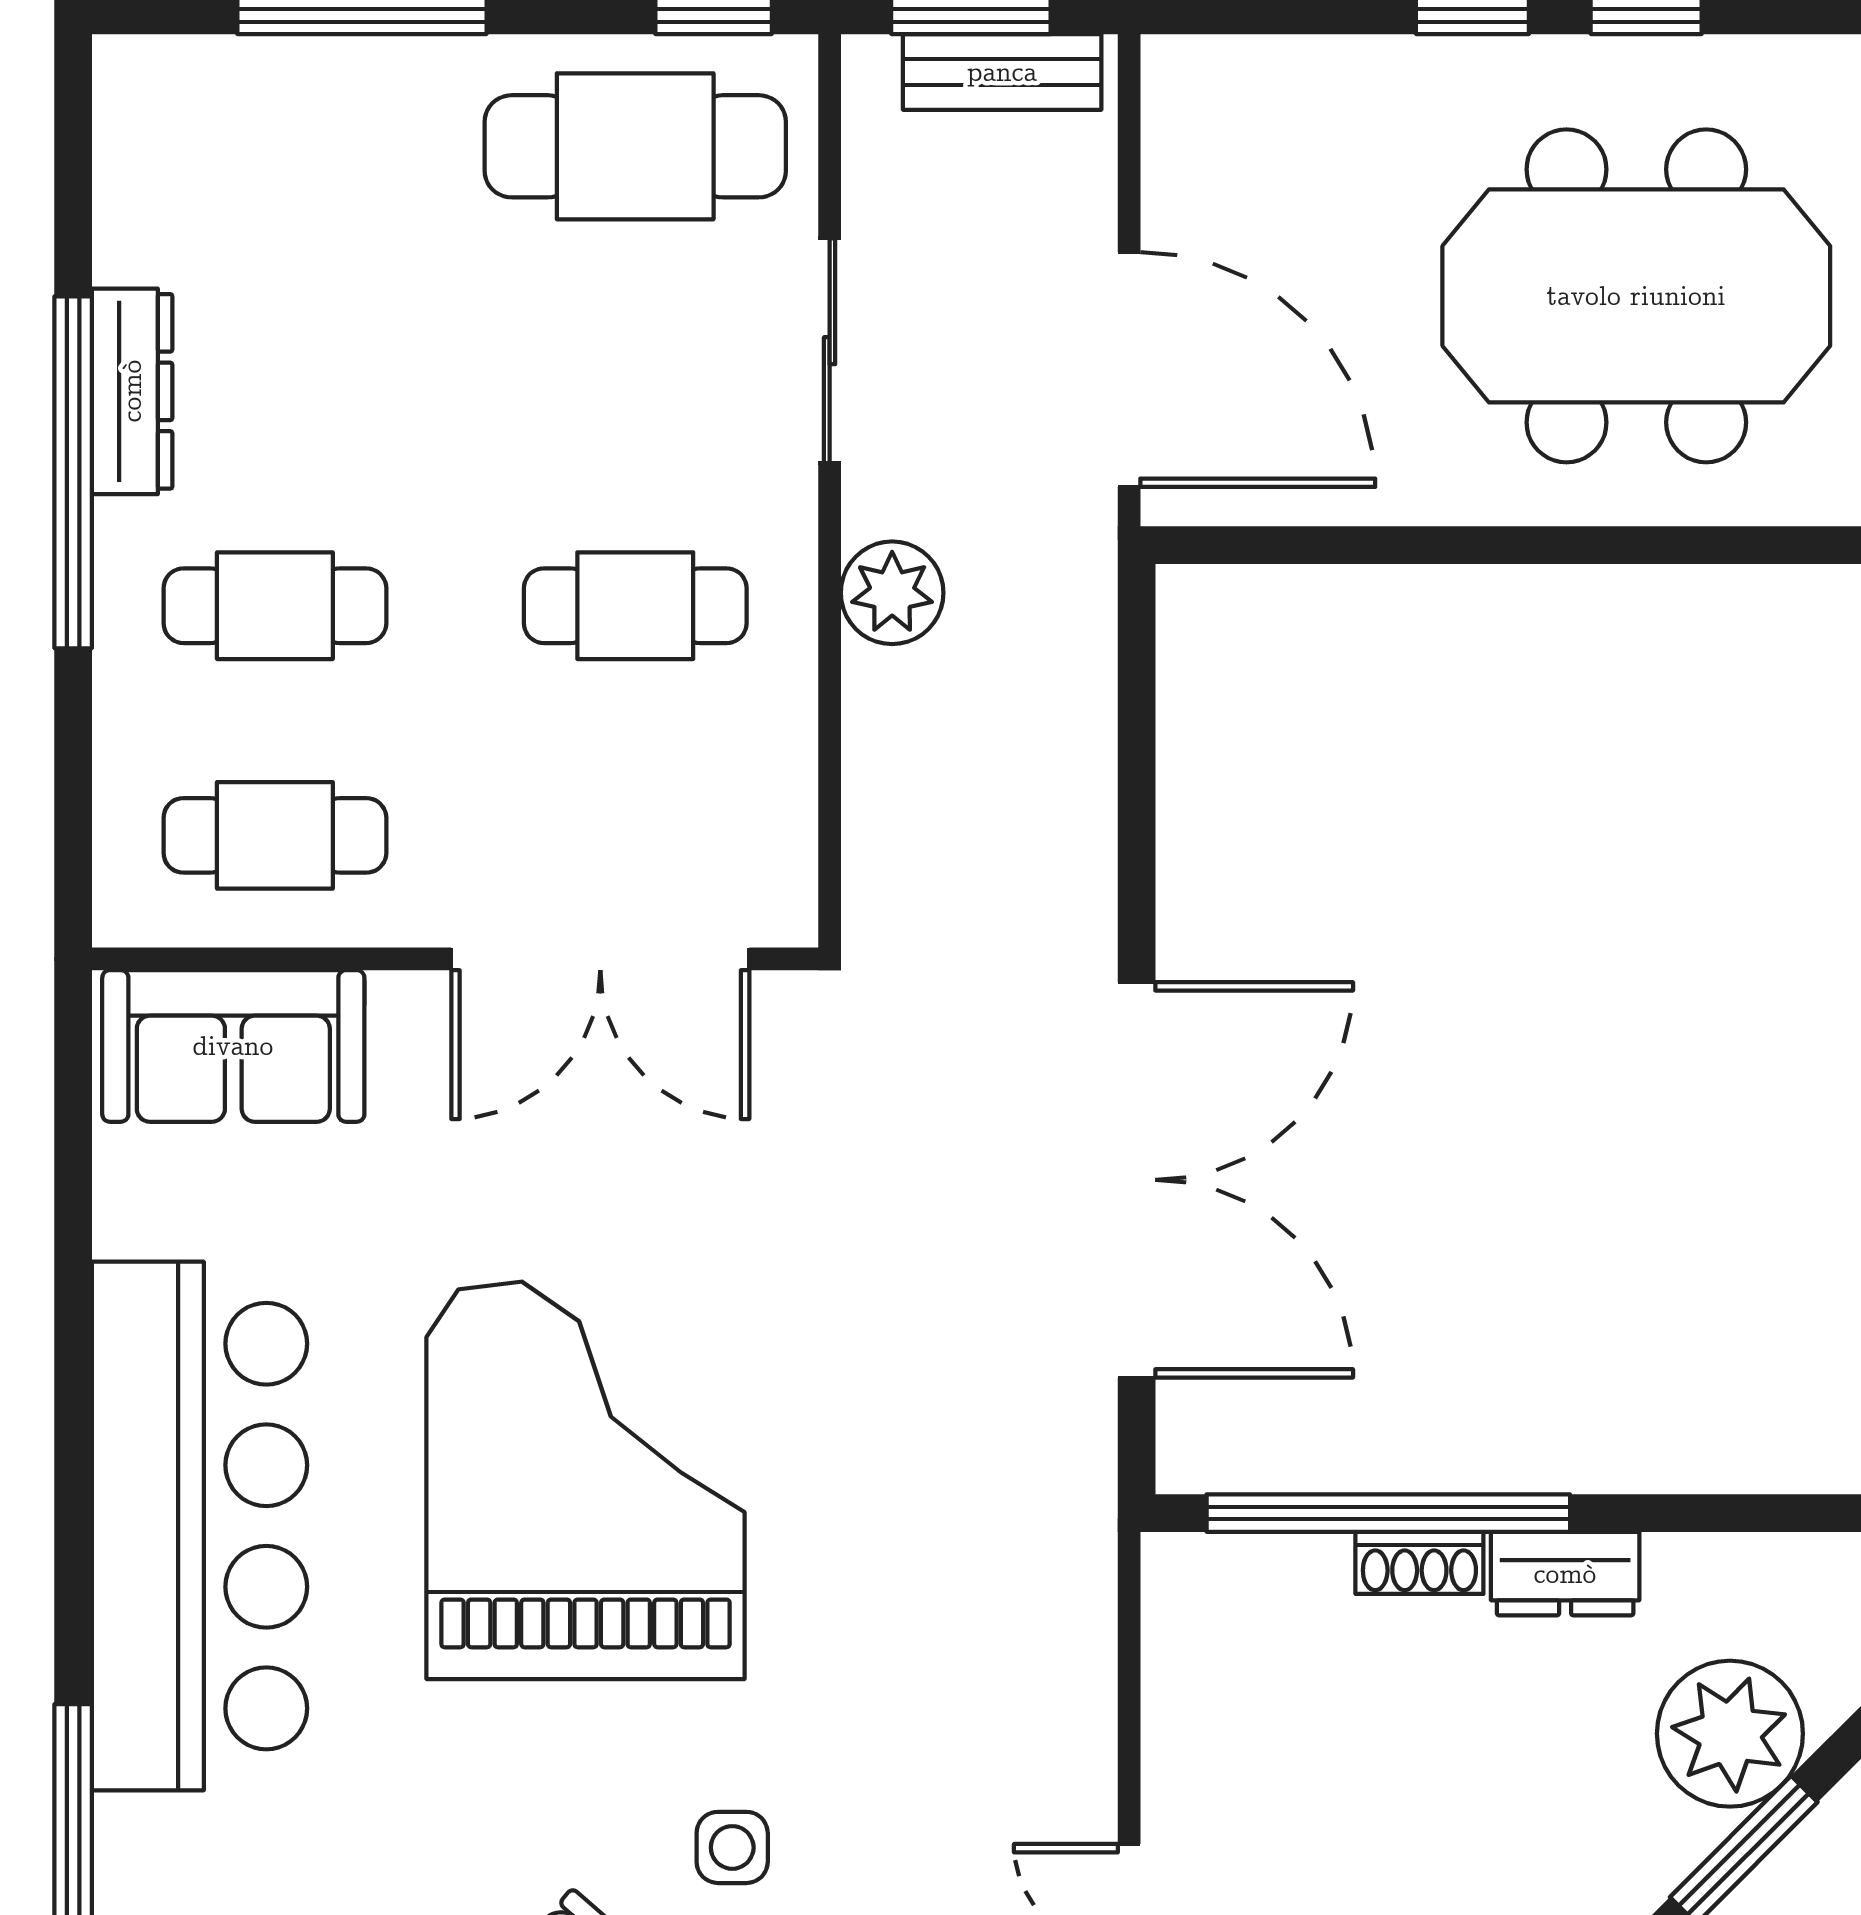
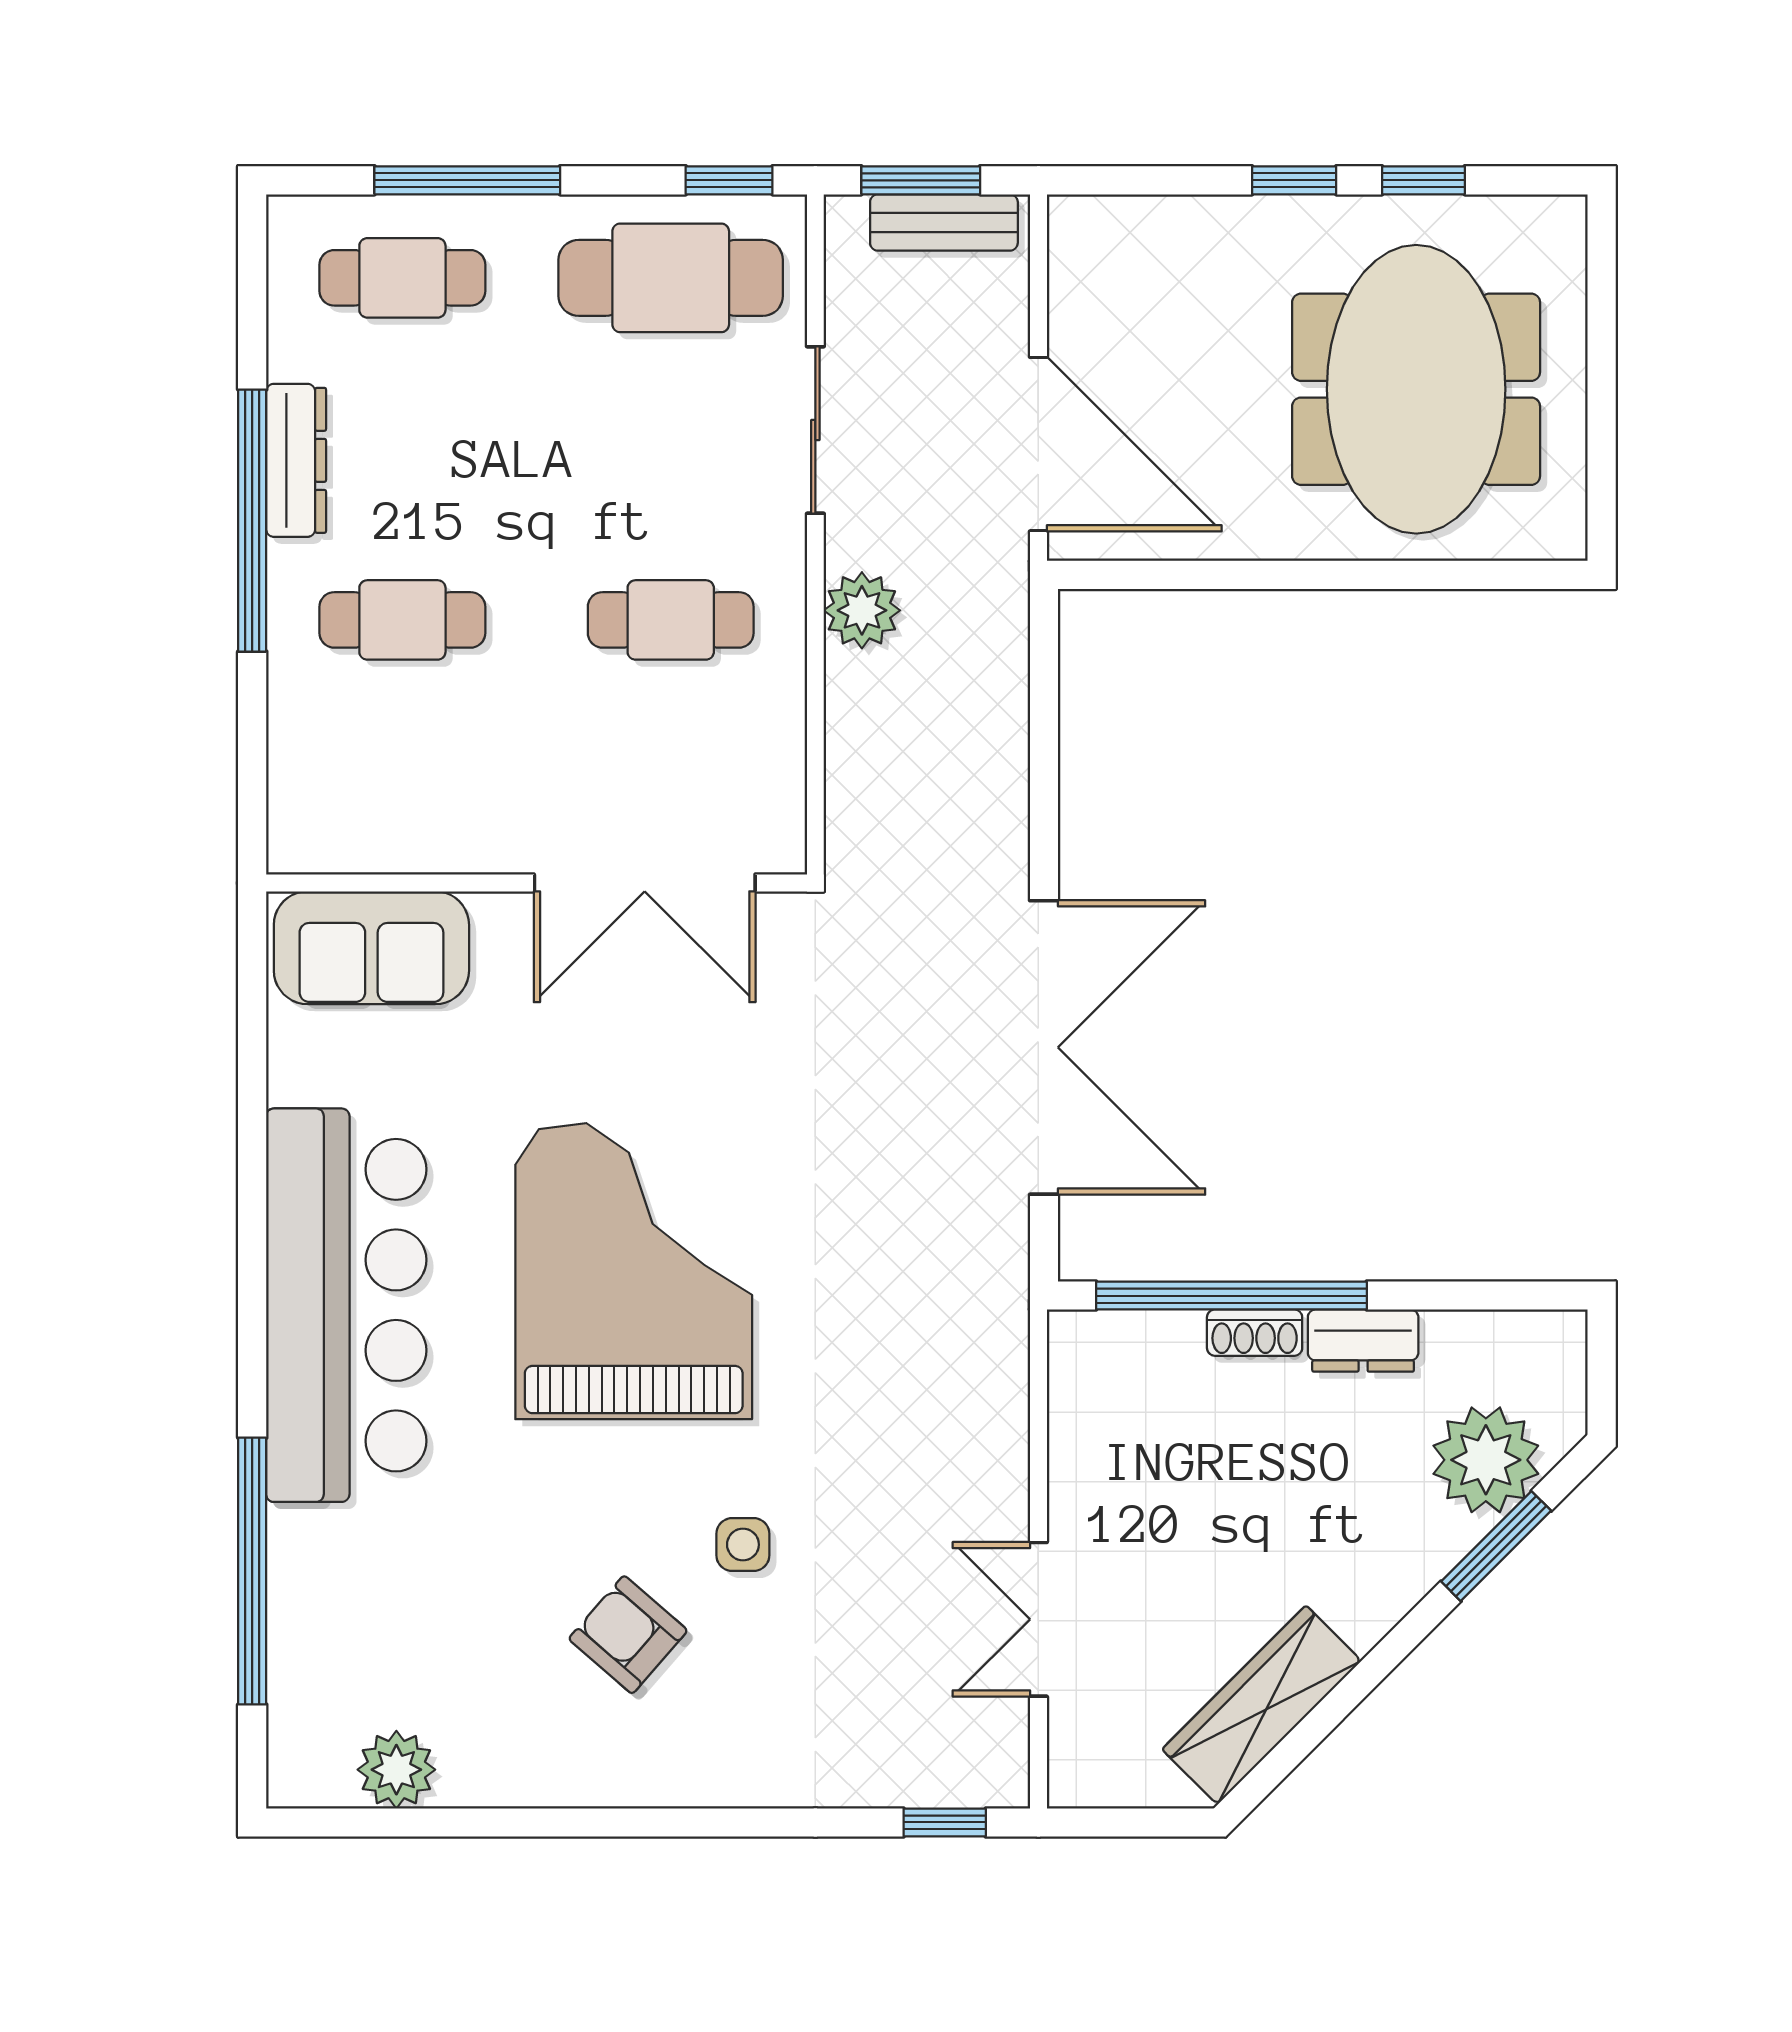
meeting table: (1636, 296) -> (1416, 389), turned 90
cafe table: (275, 835) -> (402, 278), moved

